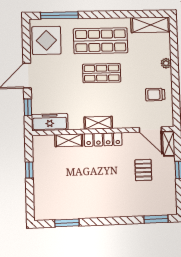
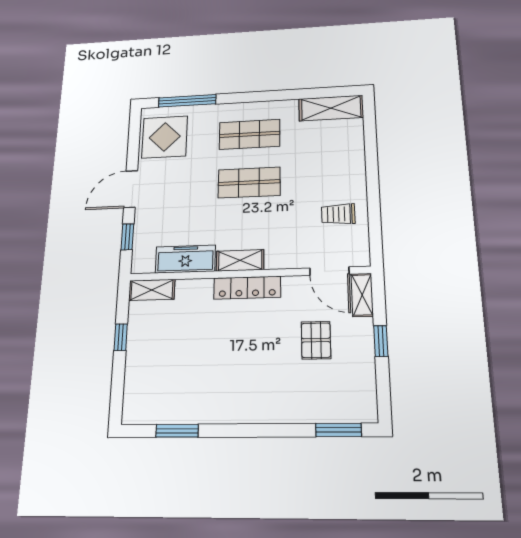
shop shelf: (101, 41) -> (249, 134), width x0.70, depth x0.74
plant: (166, 63) -> (357, 165), removed
freezer: (50, 122) -> (185, 259), moved
shelving: (69, 140) -> (152, 290), moved

